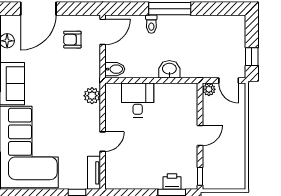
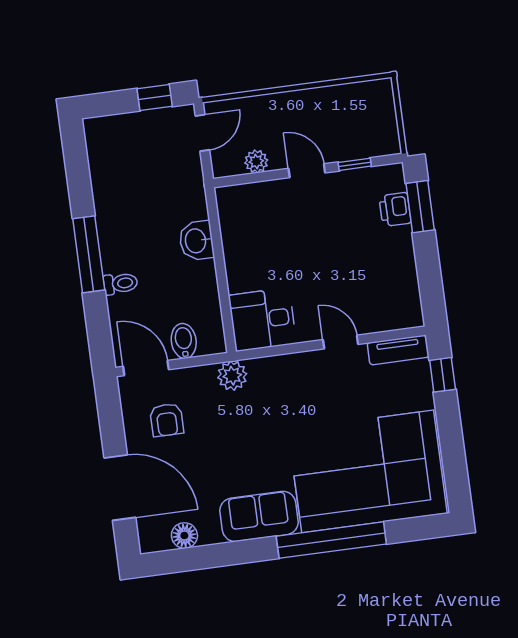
bidet: (115, 69) -> (184, 341), moved
plant: (209, 89) -> (256, 161), moved
plant: (92, 96) -> (232, 376), moved
desk: (138, 100) -> (262, 319), moved
window: (200, 176) -> (355, 164), moved

